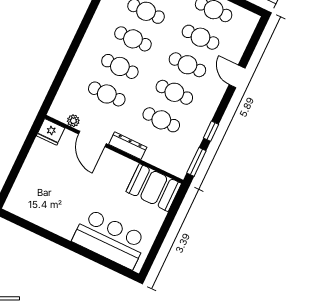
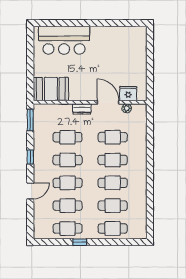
door: (237, 76) -> (30, 191), hinge flipped
window: (211, 131) -> (30, 157), moved
fridge: (51, 132) -> (128, 94), moved
dresser: (128, 146) -> (82, 109), width x0.70

